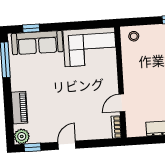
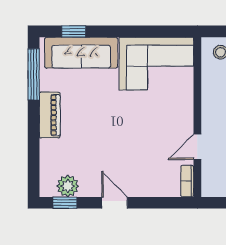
piano: (19, 108) -> (50, 115), moved
plant: (22, 136) -> (68, 186), moved
door: (67, 145) -> (115, 203), hinge flipped

